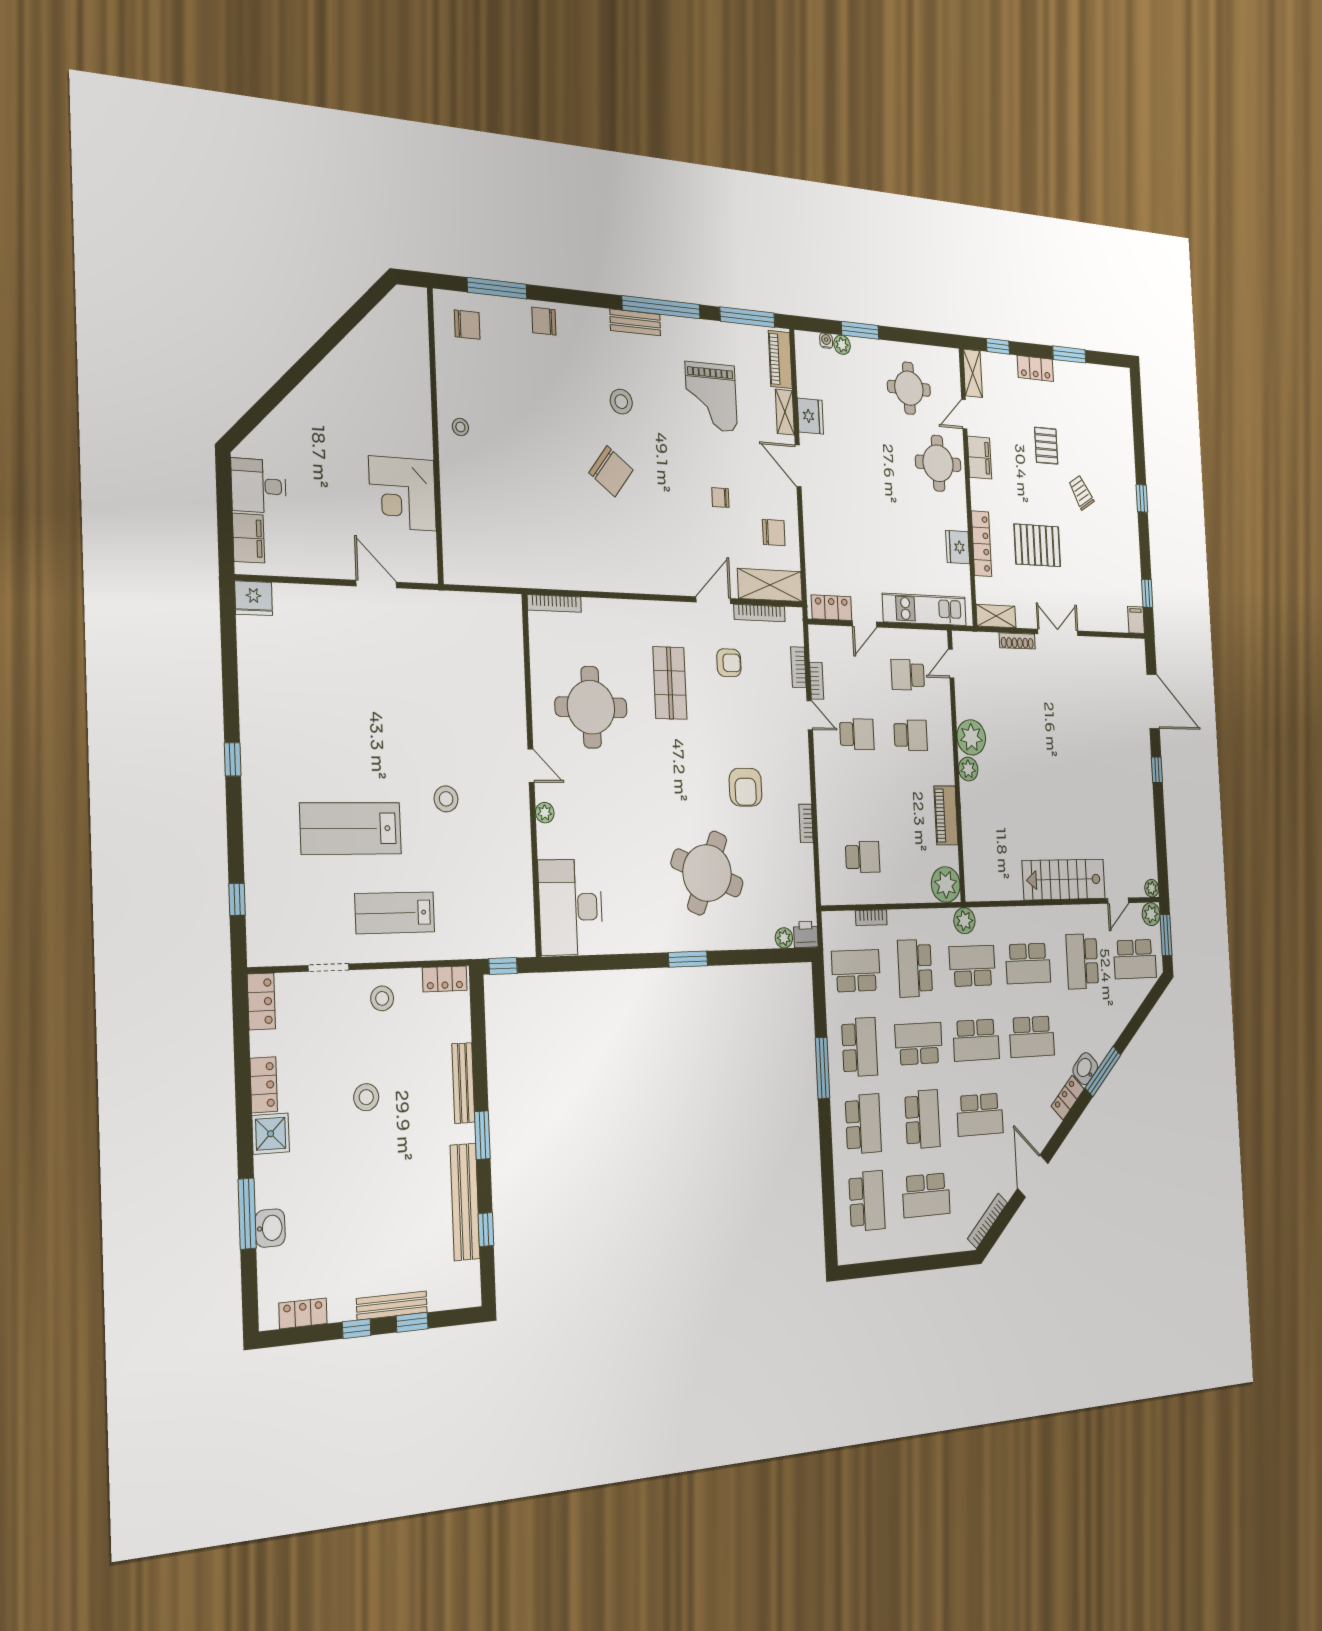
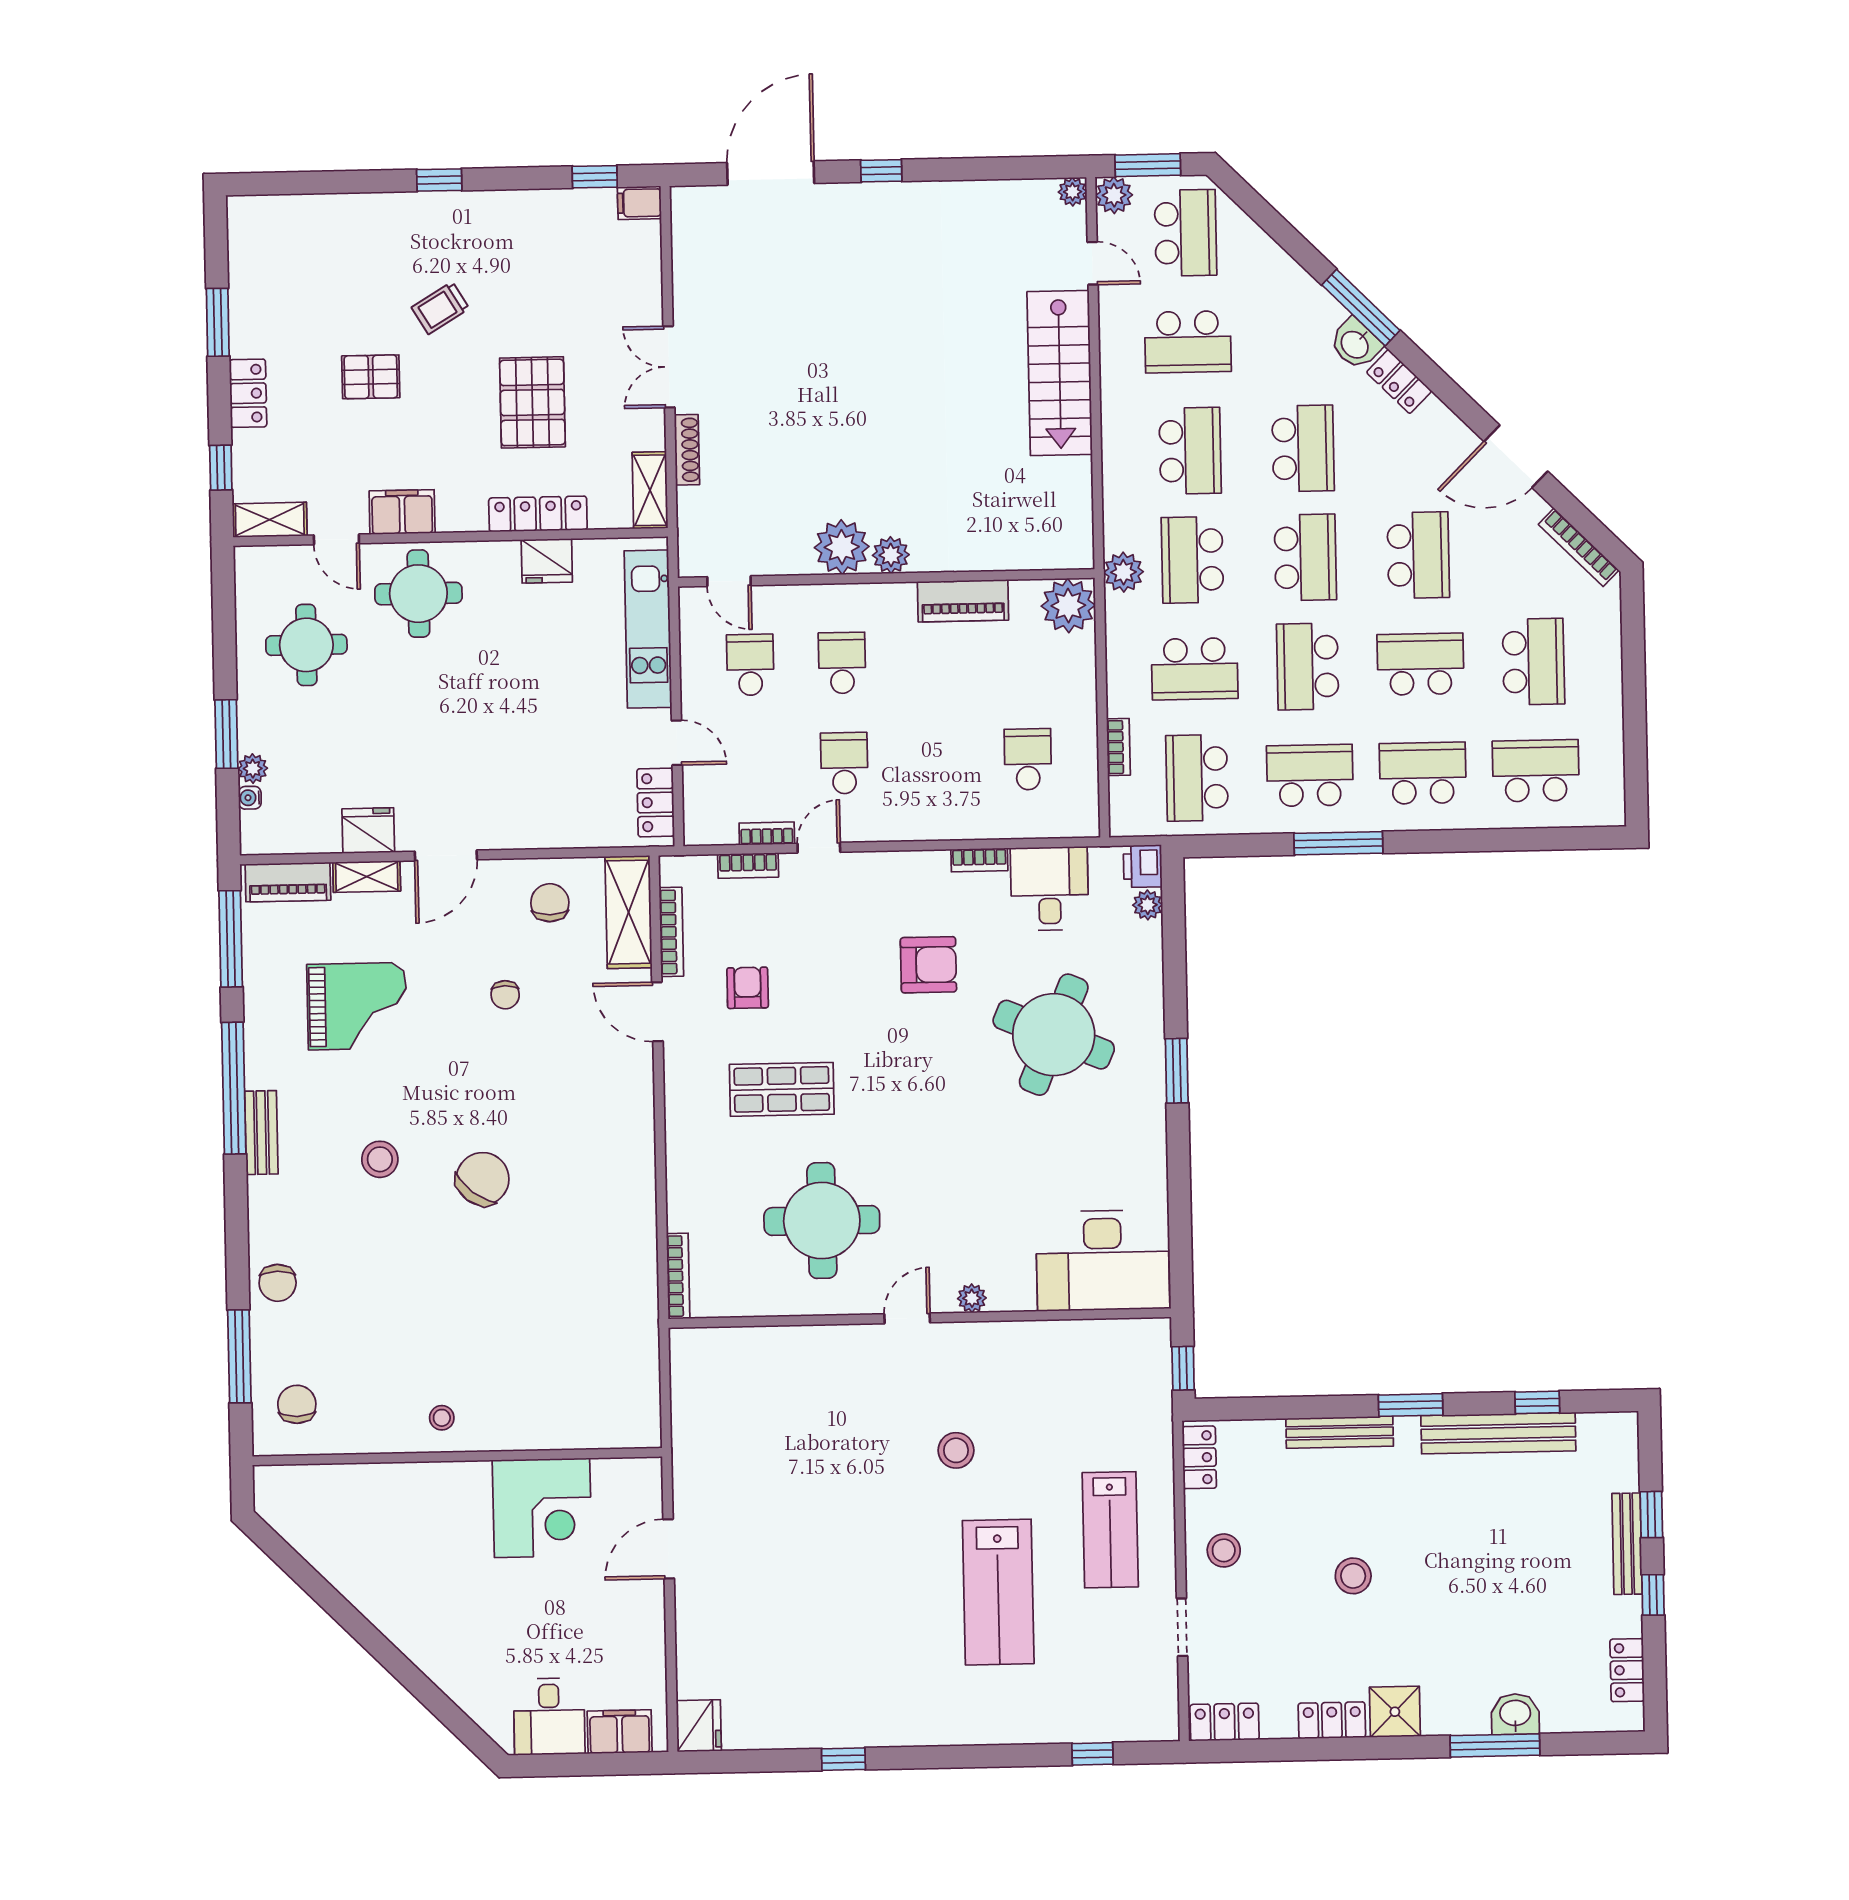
school desk: (908, 675) -> (750, 665), turned 180
window: (233, 759) -> (843, 1759), moved
desk: (791, 871) -> (1050, 889), added

